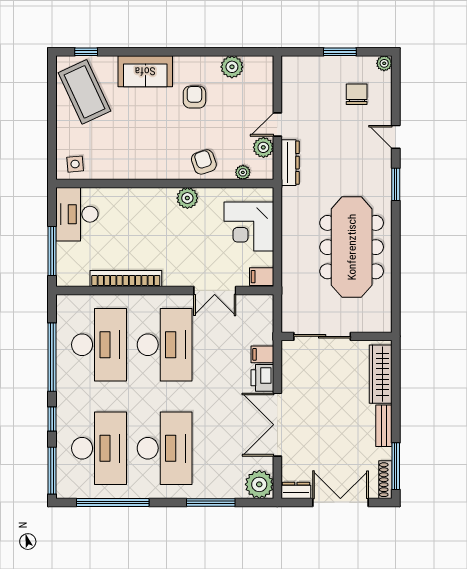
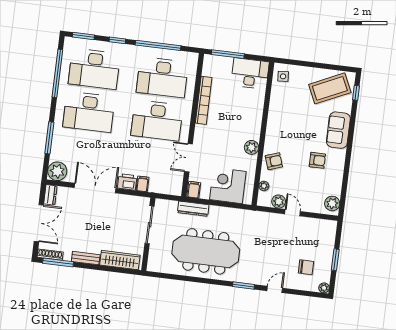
plant: (232, 67) -> (332, 203), moved
dresser: (290, 163) -> (193, 209), moved
window: (52, 471) -> (83, 36), width x0.69

